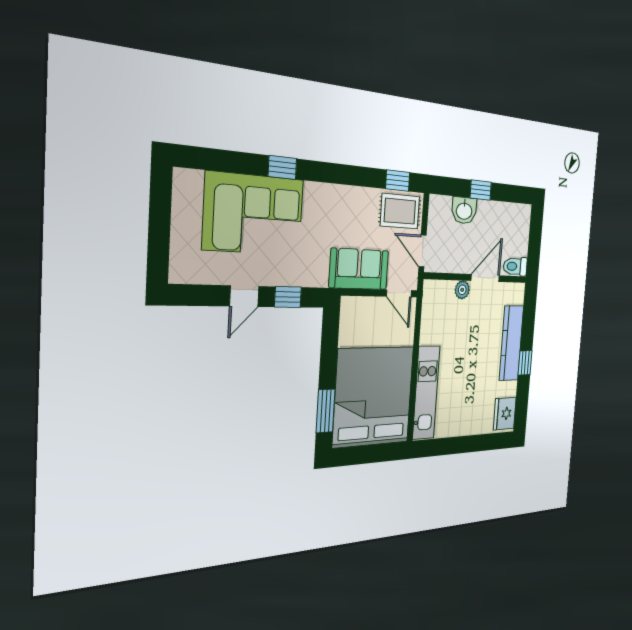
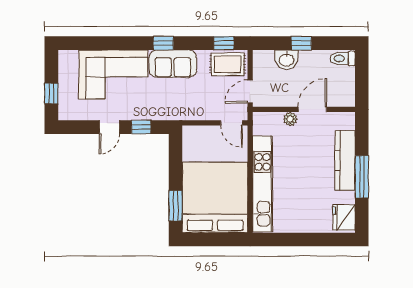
window: (282, 168) -> (163, 43), moved
window: (159, 239) -> (51, 93), added
door: (423, 251) -> (250, 92), hinge flipped
toilet: (515, 266) -> (343, 58), moved
sofa: (359, 269) -> (173, 64), moved, turned 180
window: (525, 363) -> (362, 177), width x2.17
kitchen unit: (426, 393) -> (263, 184), width x1.36

